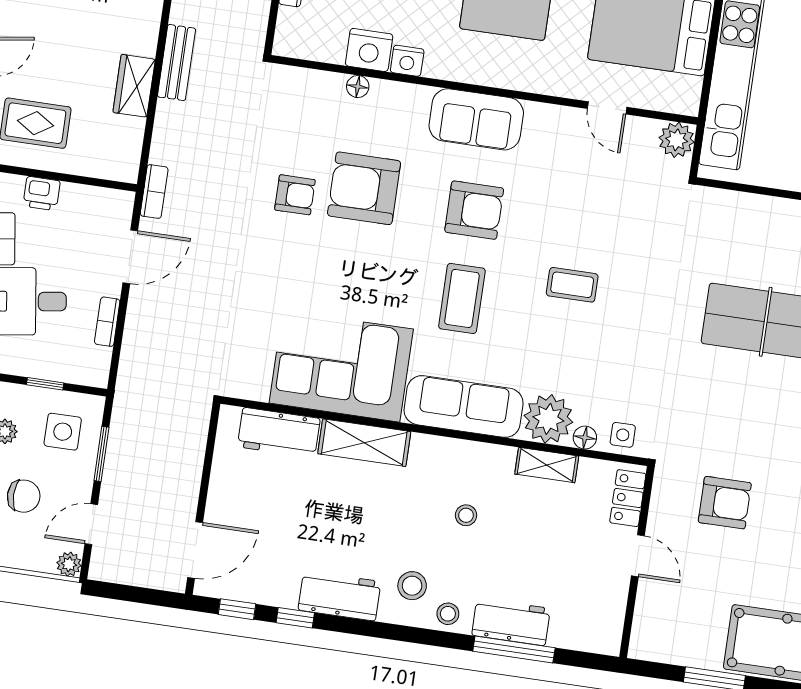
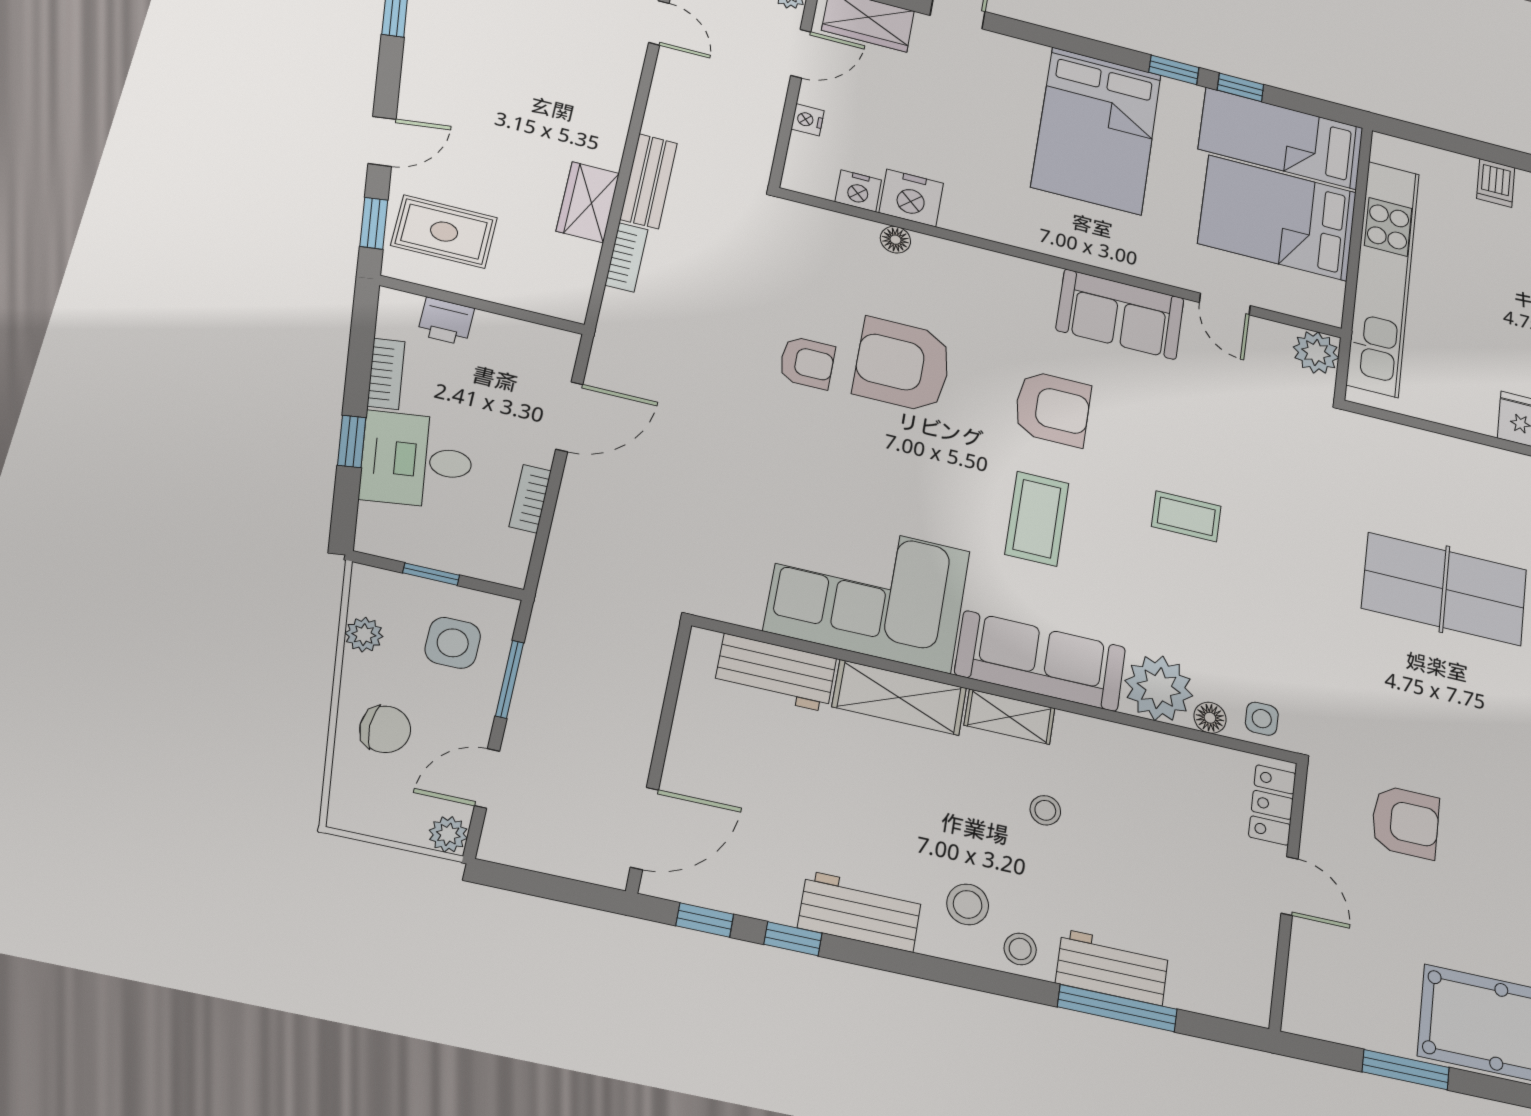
nightstand: (407, 61) -> (858, 191), moved
sofa: (476, 119) -> (1120, 314), moved
bookcase: (154, 192) -> (626, 257), moved
shelving: (547, 465) -> (1009, 717), moved

